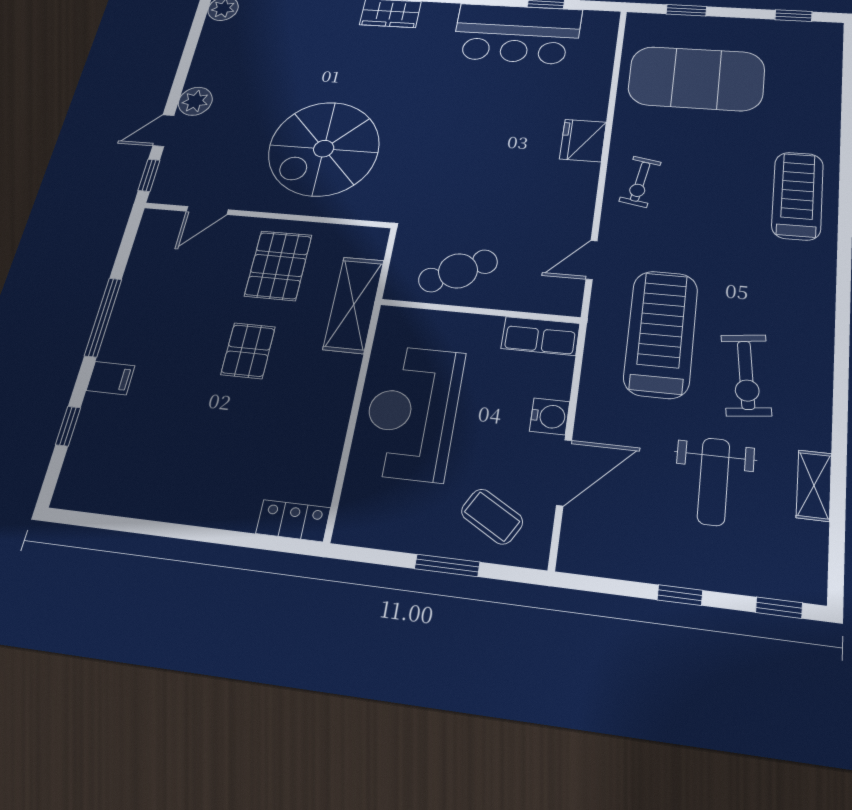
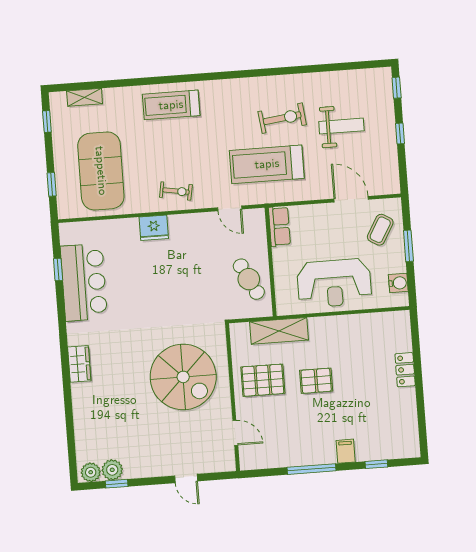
plant: (195, 101) -> (112, 470), moved
window: (149, 175) -> (117, 484), moved
water cooler: (550, 416) -> (398, 283), moved, turned 90
shelving: (814, 485) -> (85, 97), moved
locker: (293, 521) -> (405, 370), moved

